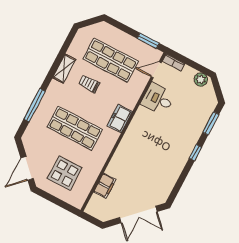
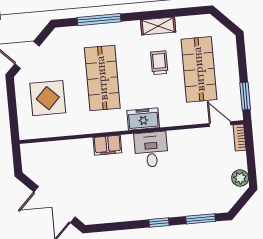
desk: (158, 99) -> (151, 150), moved
filing cabinet: (105, 186) -> (107, 145), moved

